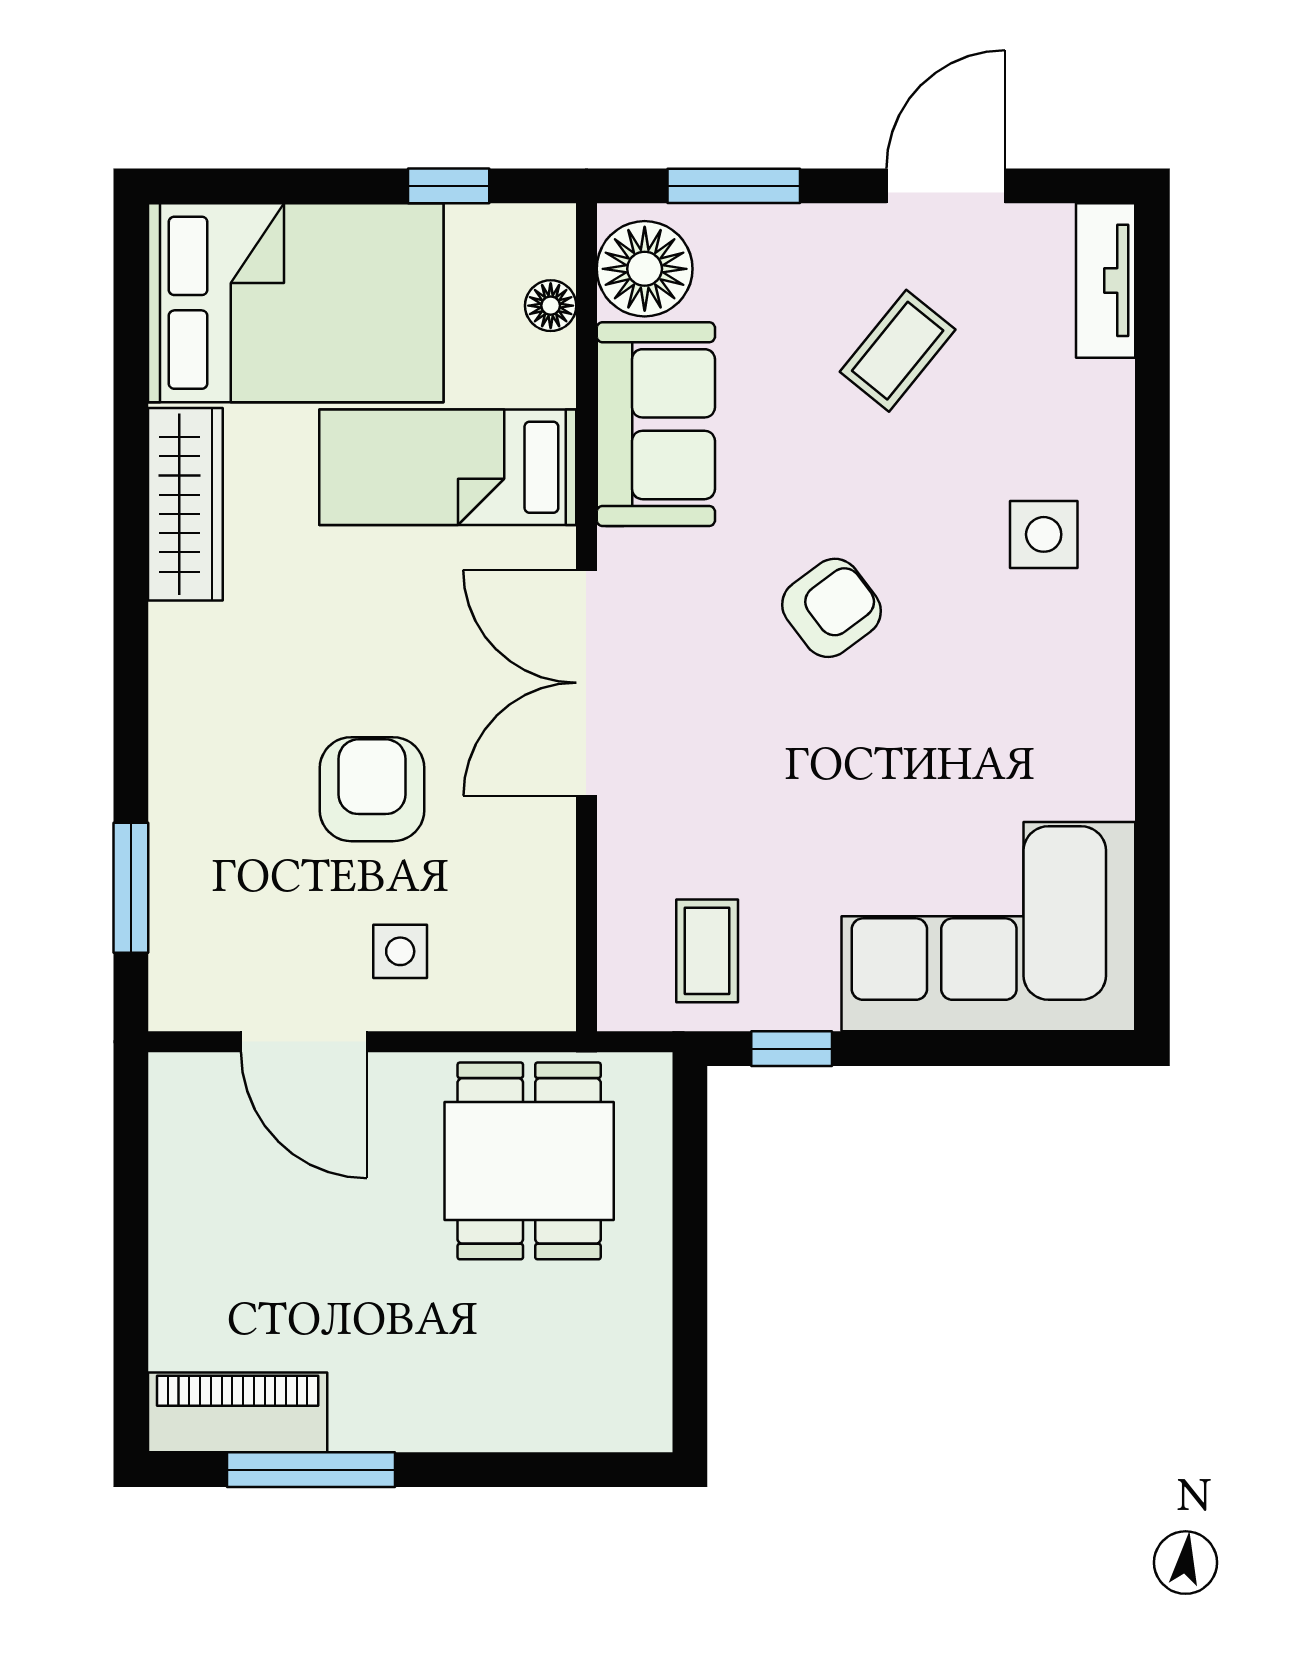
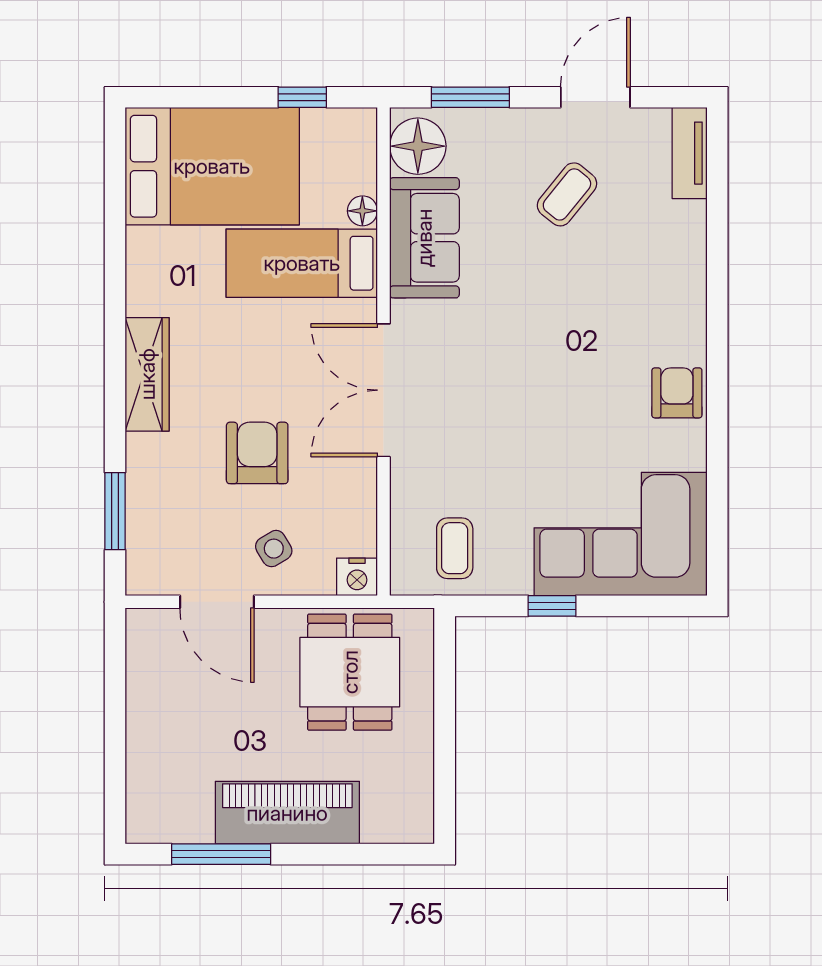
floor lamp: (551, 306) -> (362, 211), moved
wardrobe: (185, 504) -> (147, 374), moved
side table: (1044, 534) -> (653, 303), removed
armchair: (831, 608) -> (677, 393), moved, turned -53
side table: (400, 951) -> (274, 549), turned -31
nightstand: (541, 999) -> (357, 577), added
window: (792, 1049) -> (552, 606), moved
piano: (238, 1412) -> (287, 813), moved, width x1.37, depth x1.33

